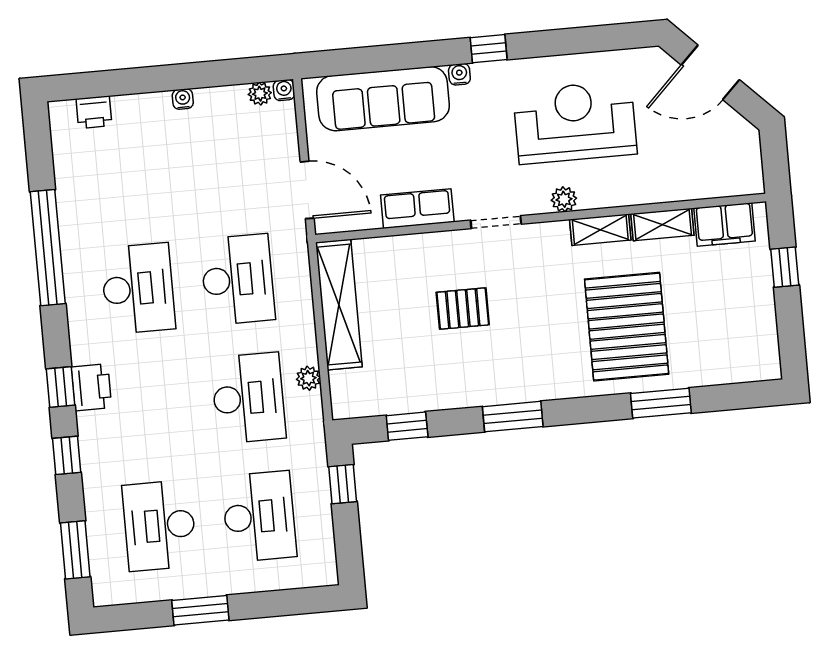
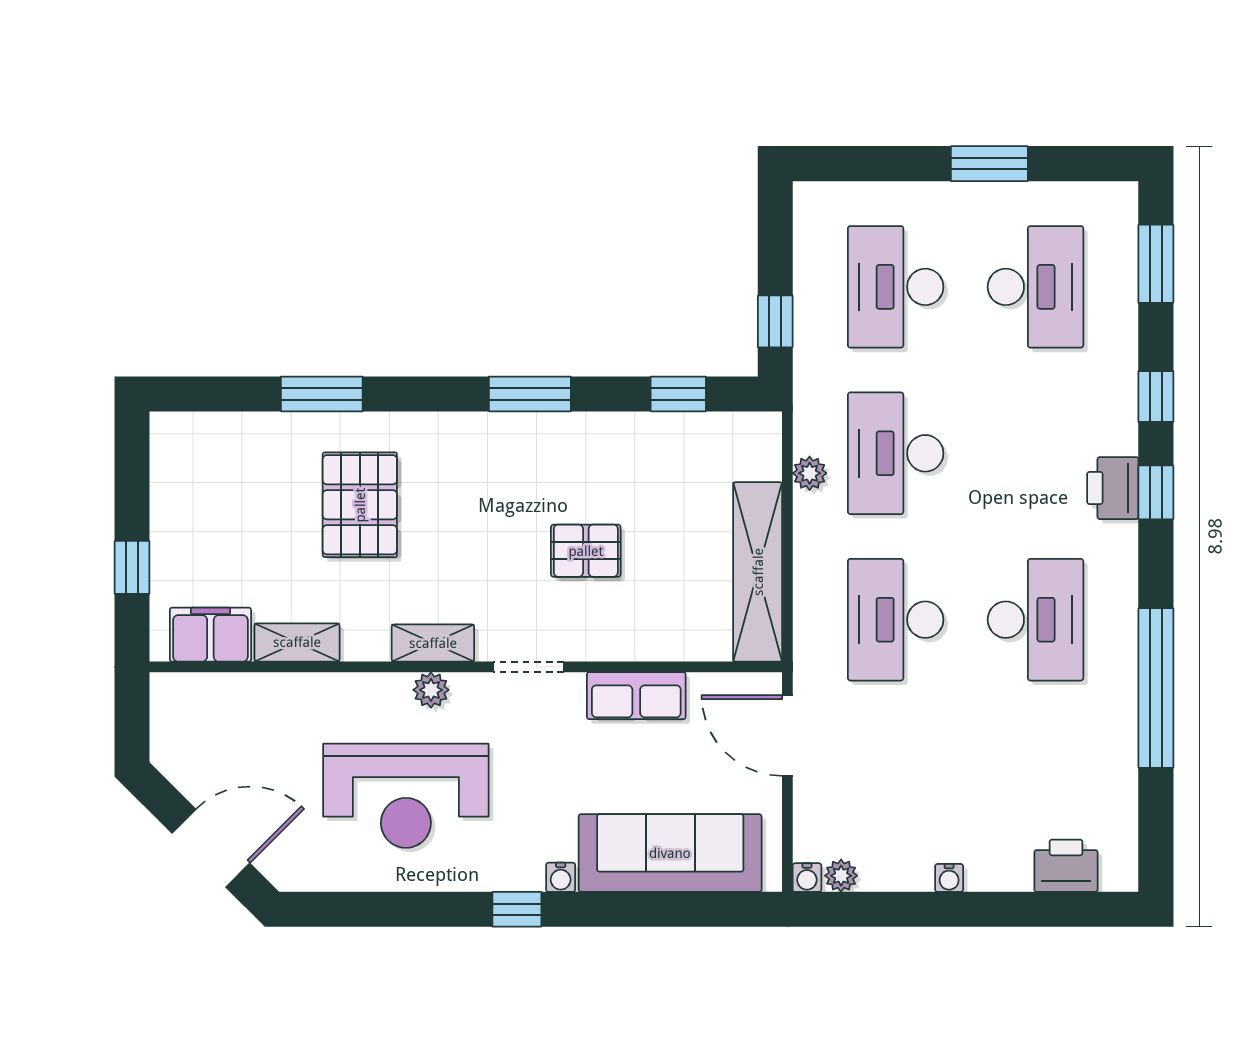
printer: (94, 112) -> (1066, 866), width x1.36, depth x1.24
shelving: (600, 230) -> (433, 643), moved
desk: (138, 289) -> (1035, 620), turned 180
pallet: (627, 327) -> (360, 505), width x0.73, depth x0.71

